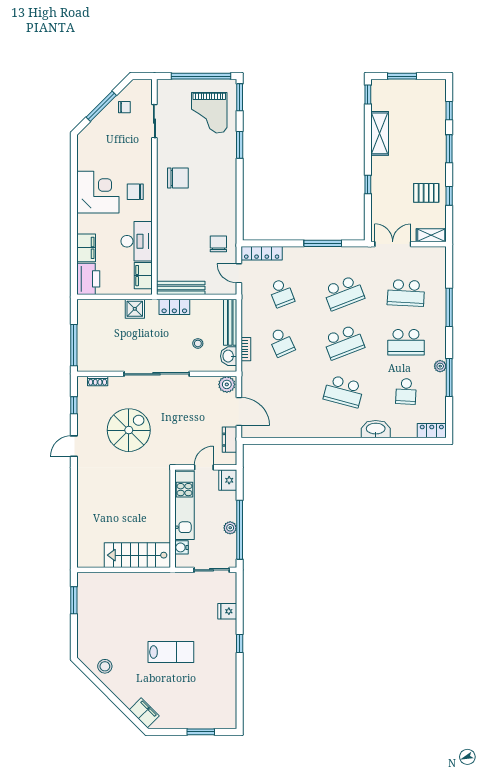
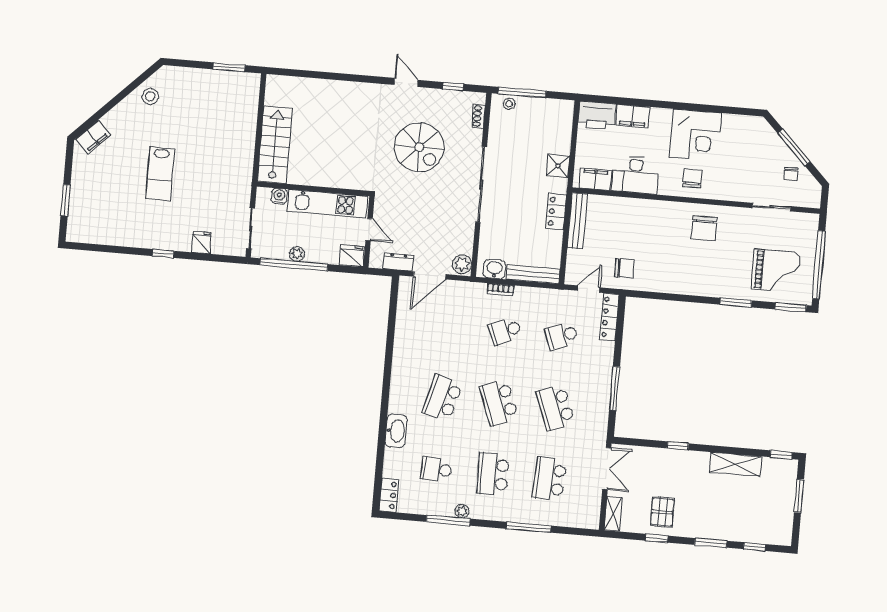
grand piano: (209, 113) -> (776, 271), turned 180
stool: (198, 343) -> (509, 104), moved

